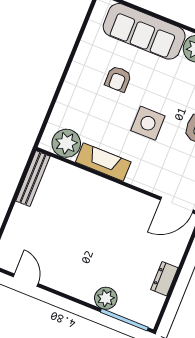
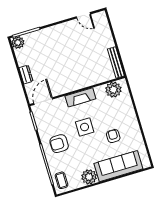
fireplace: (103, 162) -> (80, 97), moved
dresser: (164, 279) -> (26, 75), moved
plant: (106, 298) -> (18, 42), moved

